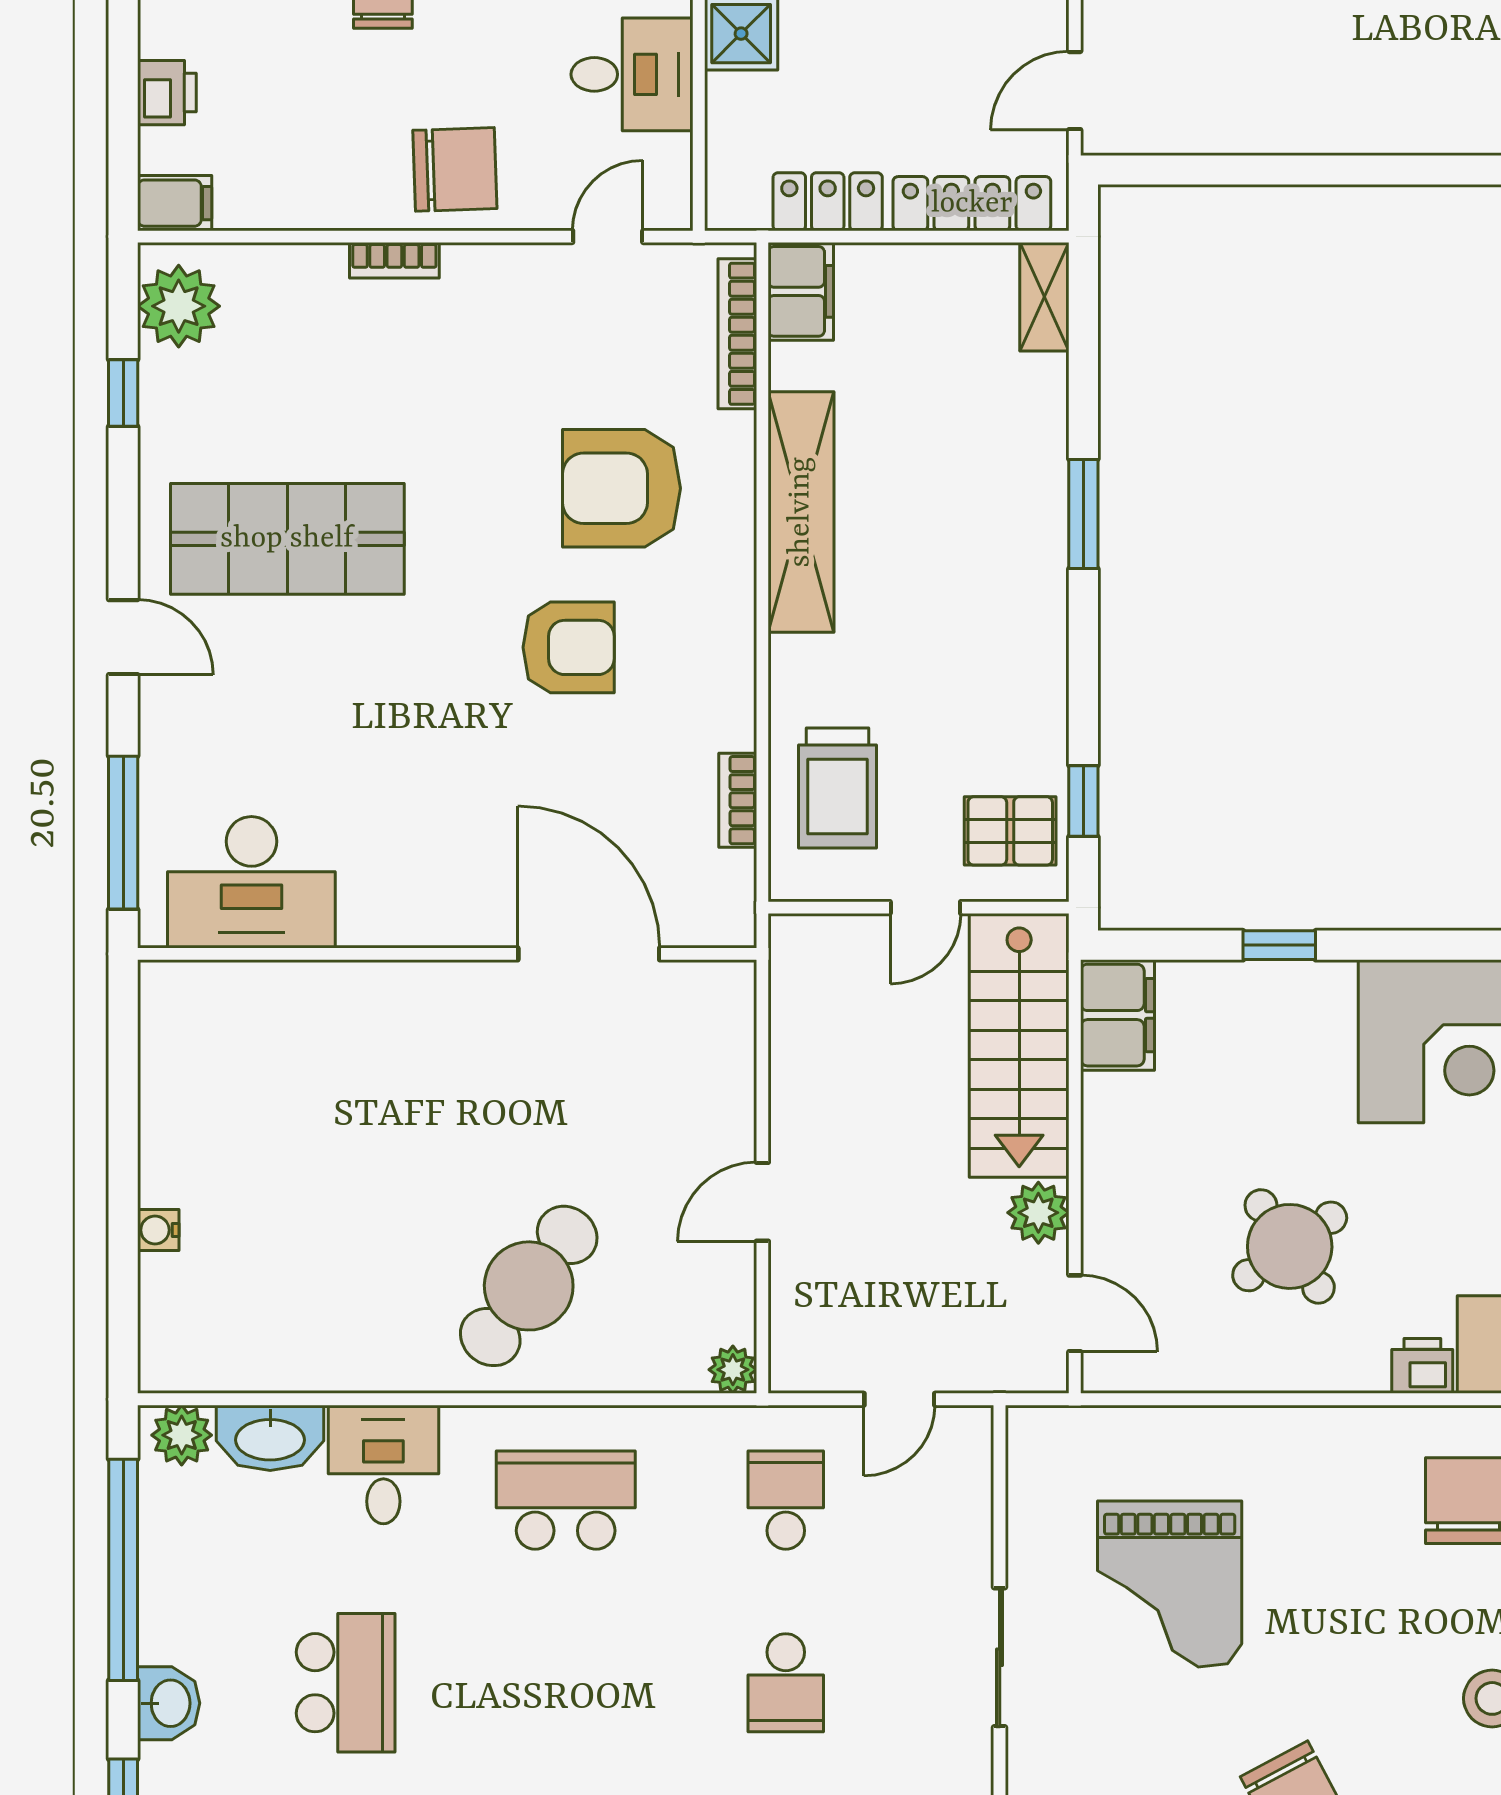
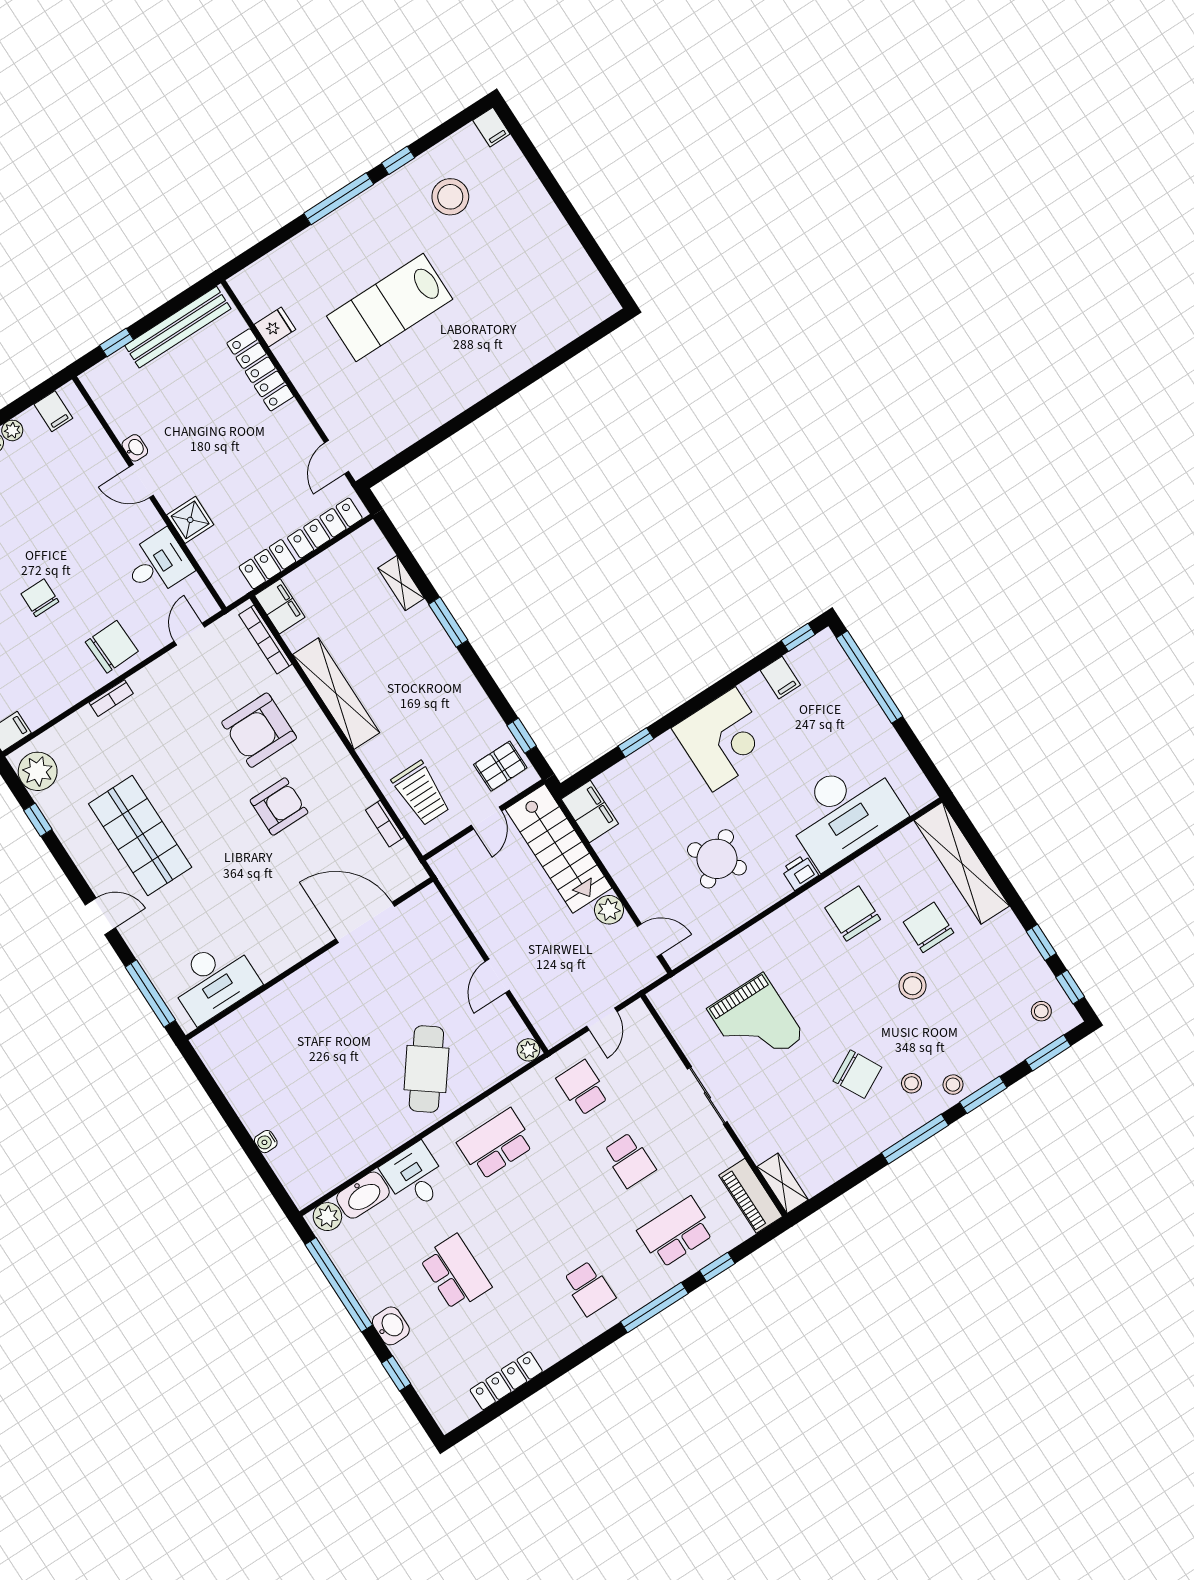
shelving: (1044, 297) -> (401, 583), moved
shop shelf: (287, 539) -> (140, 835), turned 90

